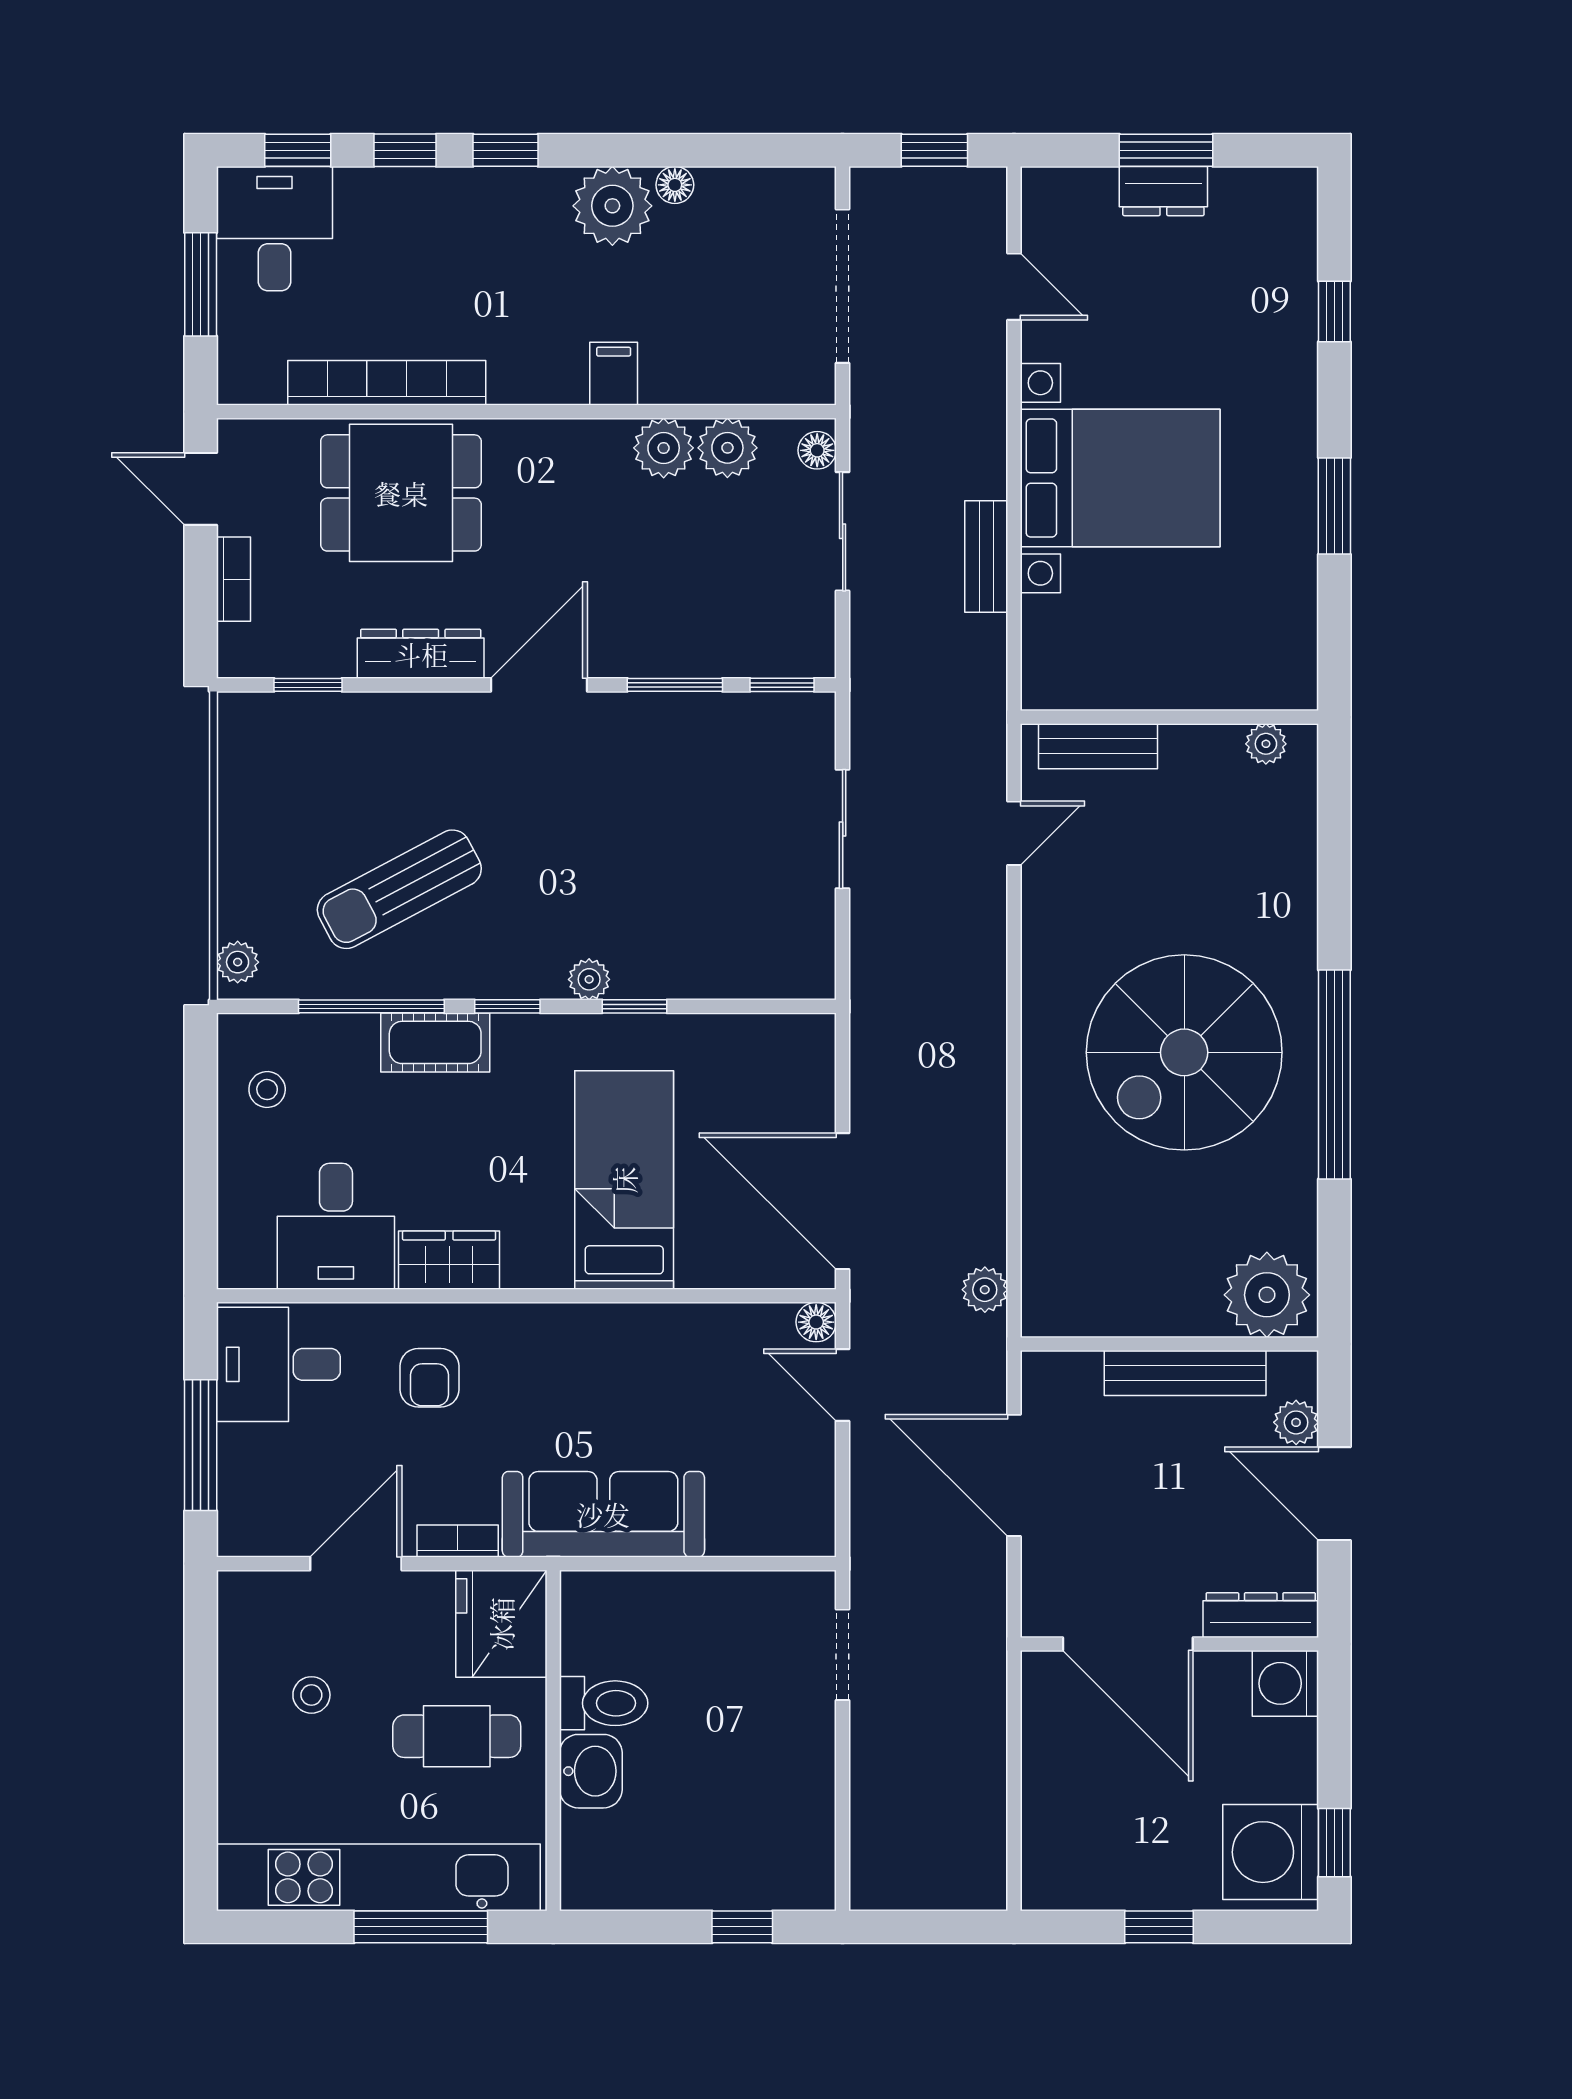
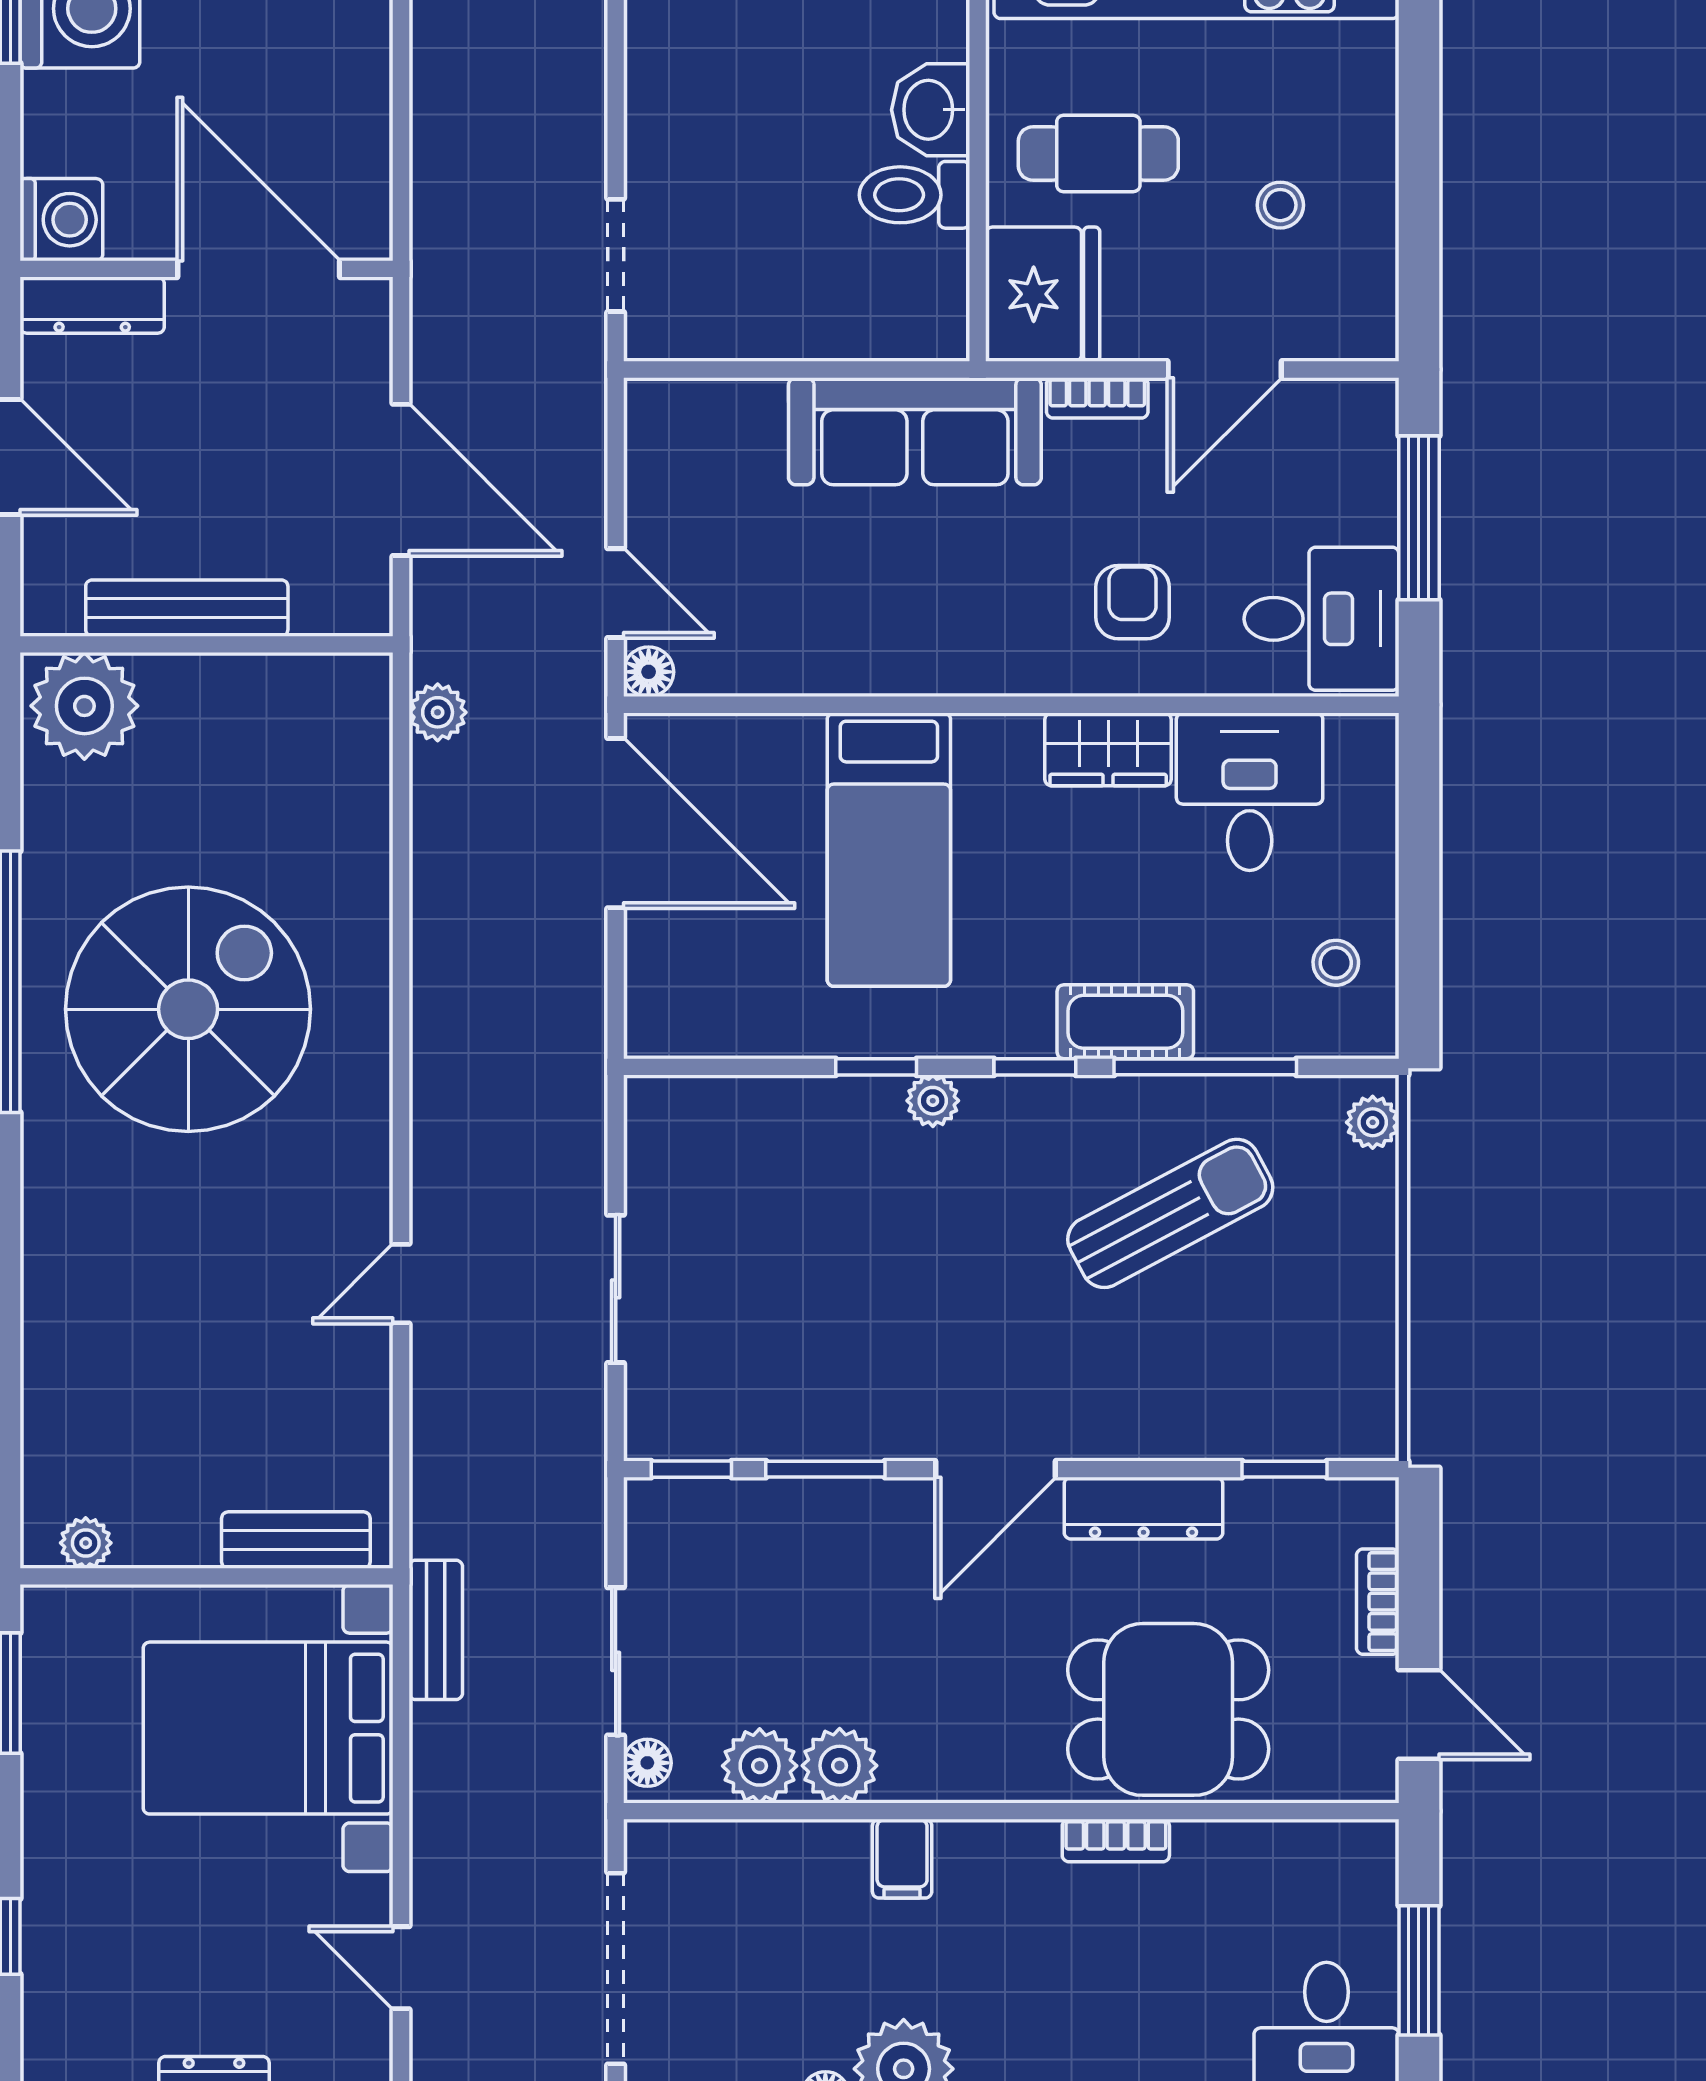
bookcase: (387, 383) -> (1116, 1841), width x0.43, depth x0.76
wall: (1169, 717) -> (207, 1576), moved
plant: (1266, 744) -> (86, 1543), moved
bench: (1098, 746) -> (296, 1540), moved
plant: (1296, 1422) -> (48, 546), removed

